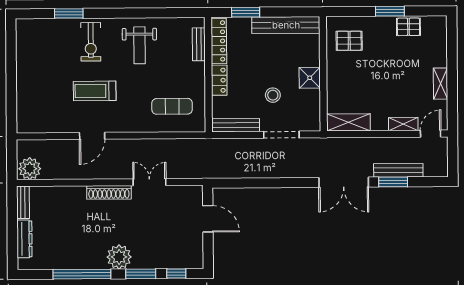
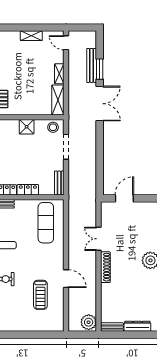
treadmill: (95, 91) -> (40, 295), moved
stool: (273, 95) -> (53, 127), moved
exercise mat: (172, 106) -> (46, 223), width x1.36, depth x1.45
shelving: (403, 124) -> (59, 74), moved
bench: (236, 125) -> (59, 183), width x0.73

